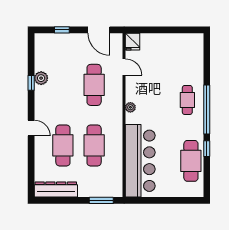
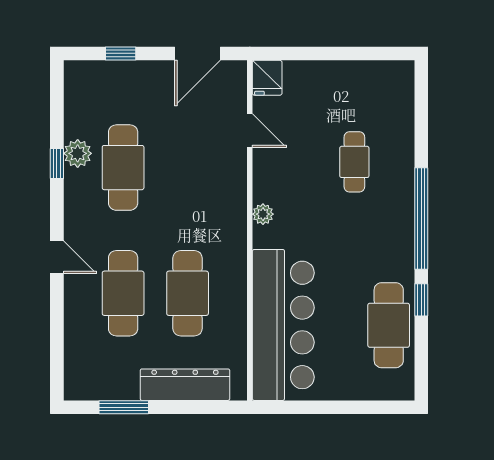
door: (99, 30) -> (198, 53), hinge flipped
cafe table: (94, 85) -> (123, 168), moved
cafe table: (187, 100) -> (354, 162), moved
dresser: (56, 190) -> (185, 385), moved
window: (101, 200) -> (124, 407), moved

